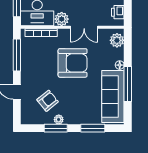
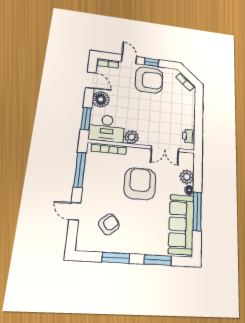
double door: (84, 27) -> (165, 149), moved
plant: (117, 40) -> (187, 177), moved
armchair: (73, 63) -> (140, 184), turned -90
plant: (59, 120) -> (120, 248), removed

